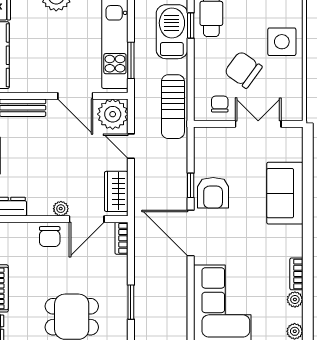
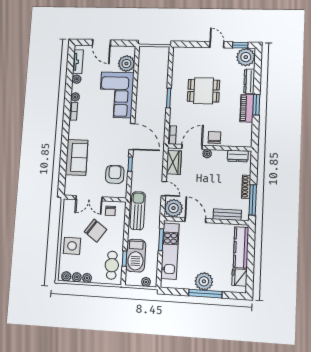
armchair: (213, 193) -> (115, 174), moved

